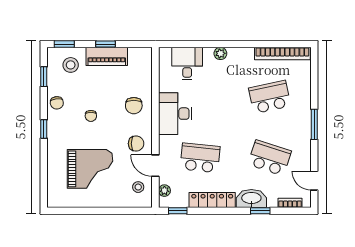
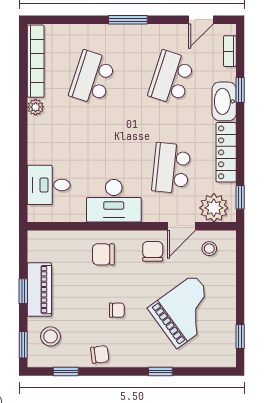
plant: (220, 53) -> (36, 107), moved
school desk: (270, 97) -> (92, 78), turned 30
chair: (134, 106) -> (103, 254), turned 180
window: (44, 129) -> (160, 371), moved
grand piano: (90, 169) -> (186, 311), turned 54
plant: (164, 191) -> (214, 208), width x1.87, depth x1.87
window: (71, 211) -> (240, 337), added

